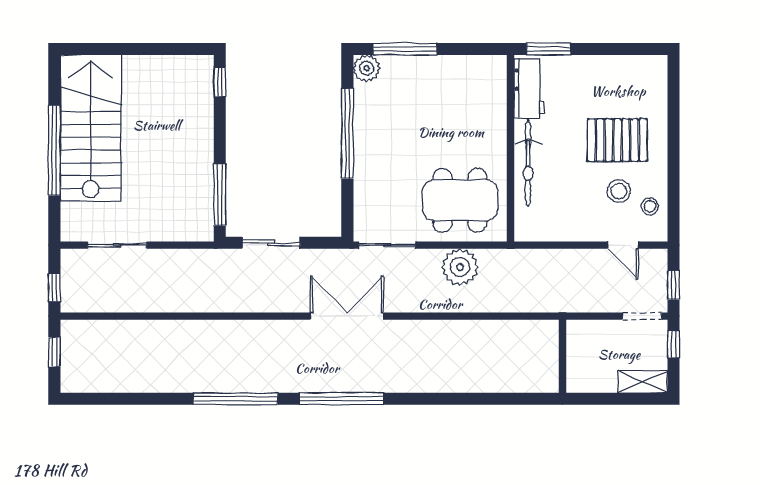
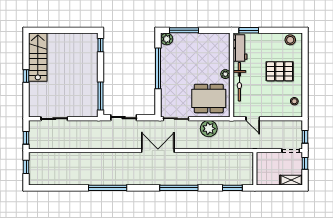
stairs: (91, 128) -> (38, 57), width x0.73, depth x0.66
plant: (497, 146) -> (225, 74), added
window: (54, 150) -> (26, 76), width x0.32
stool: (619, 191) -> (290, 40), moved
door: (623, 245) -> (253, 119), moved
window: (342, 399) -> (179, 188), moved
window: (512, 399) -> (232, 188), added

